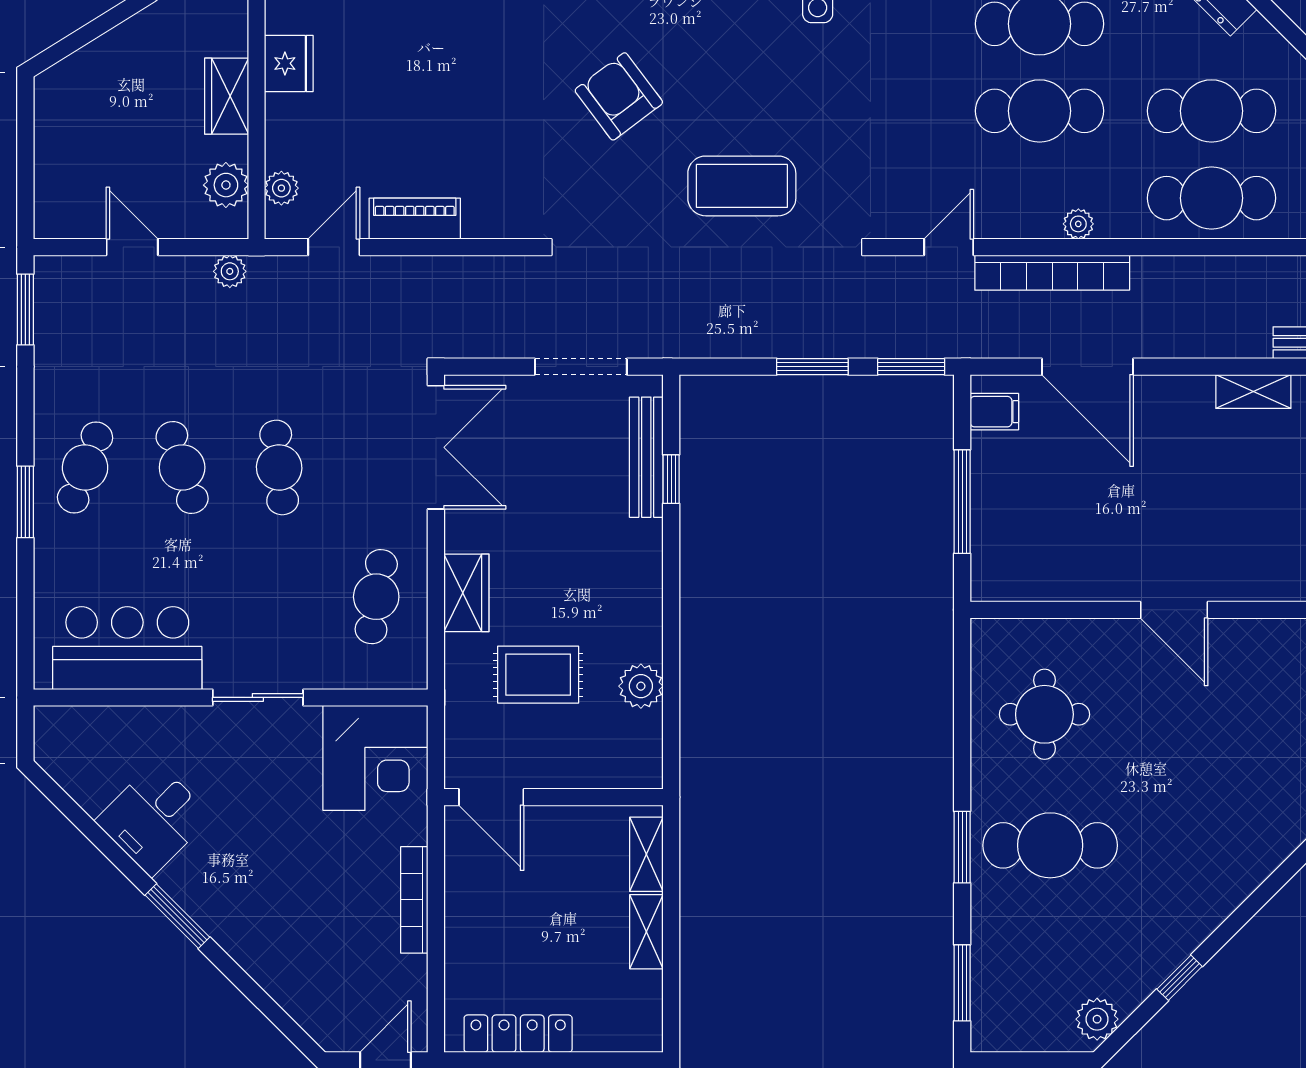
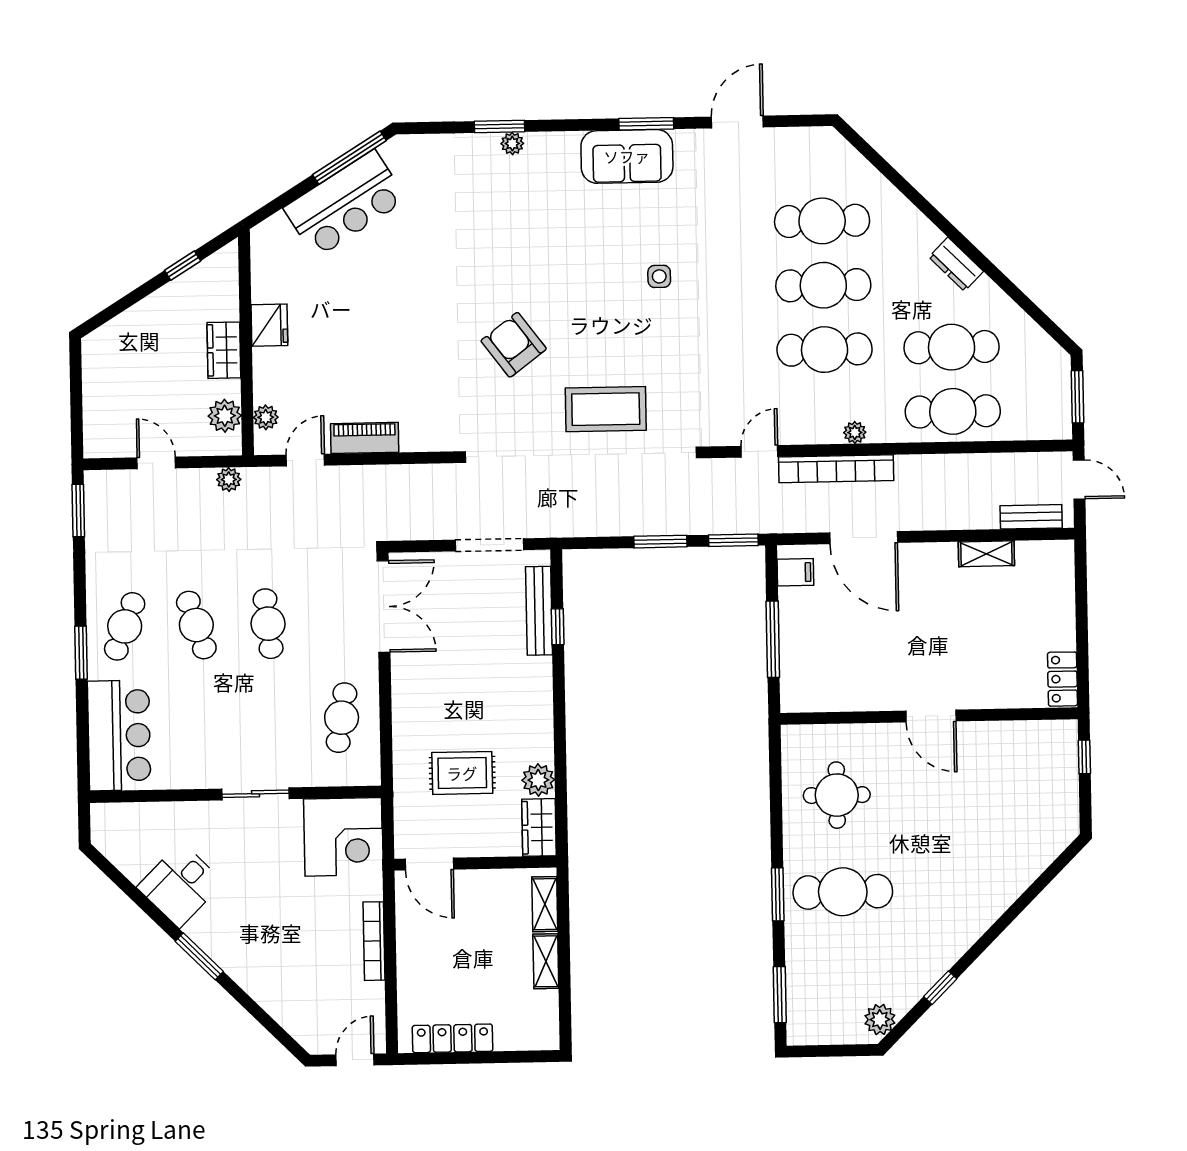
wardrobe: (466, 593) -> (539, 827), moved, turned 180
bar counter: (127, 648) -> (119, 735), moved, turned 90

